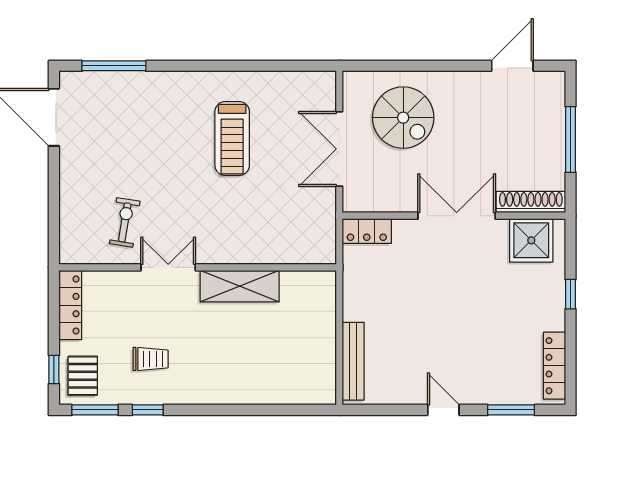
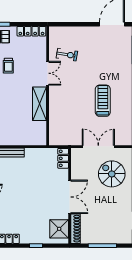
spiral stairs: (403, 118) -> (112, 174), turned 90
treadmill: (232, 138) -> (103, 101), turned 90

